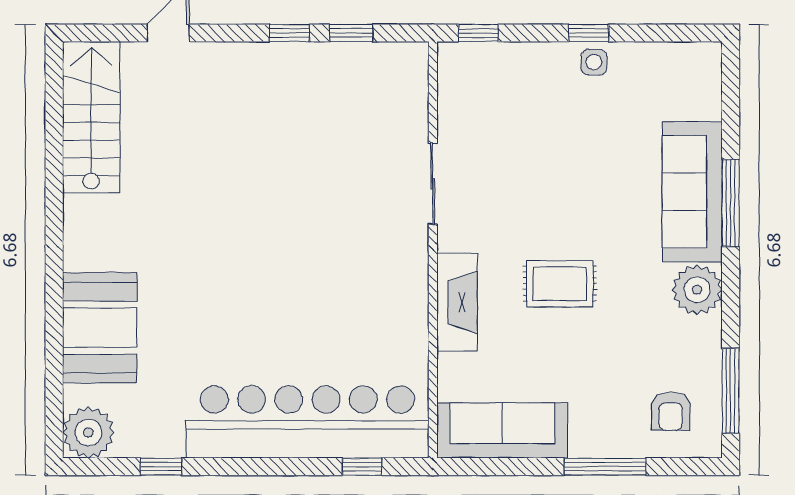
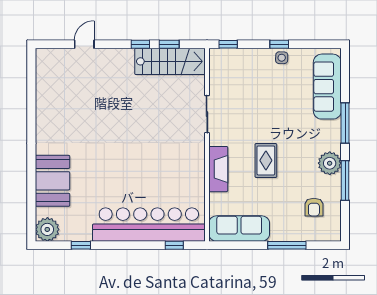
stairs: (91, 117) -> (170, 61), moved, turned 90
sofa: (692, 192) -> (327, 87), moved
rug: (560, 284) -> (266, 160), turned 90
window: (731, 391) -> (345, 180), moved
armchair: (671, 411) -> (314, 207), moved

